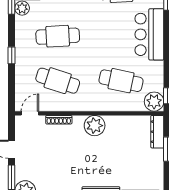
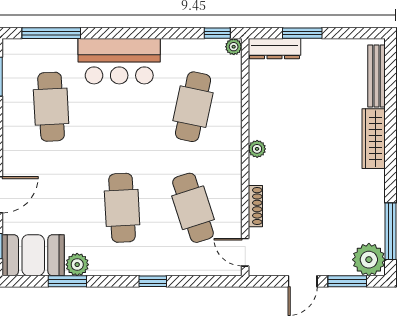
cafe table: (58, 81) -> (193, 208), turned -36
plant: (154, 102) -> (234, 47), width x0.53, depth x0.53
plant: (95, 126) -> (257, 149), width x0.53, depth x0.53

